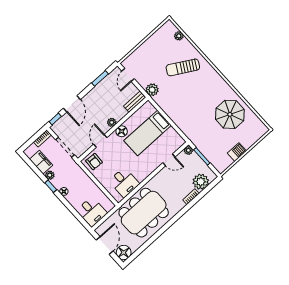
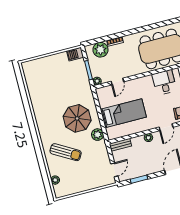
plant: (152, 90) -> (97, 135), moved
parasol: (230, 114) -> (77, 118), moved
floor lamp: (122, 131) -> (144, 126), removed
barbecue: (237, 152) -> (75, 54), moved
door: (169, 160) -> (117, 82), swing flipped

